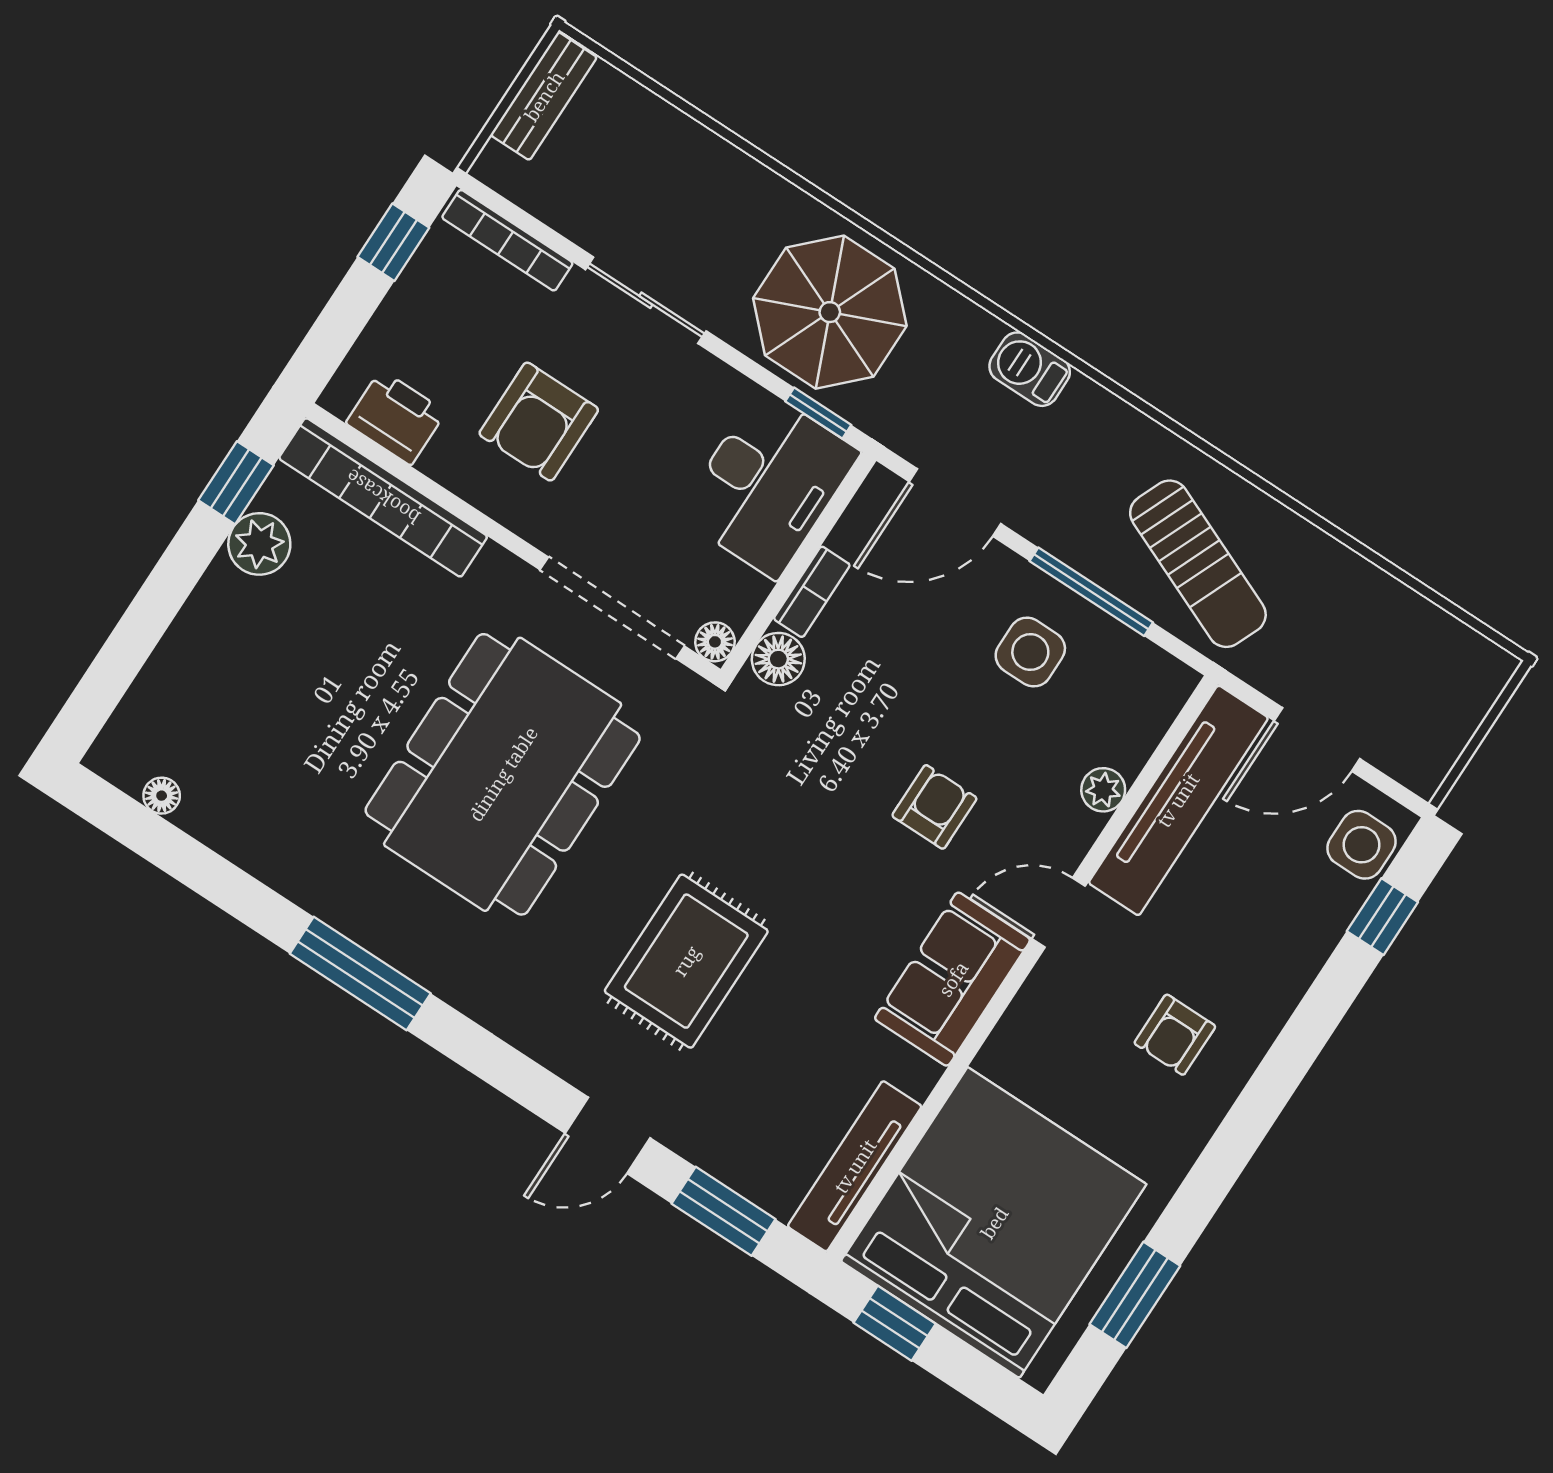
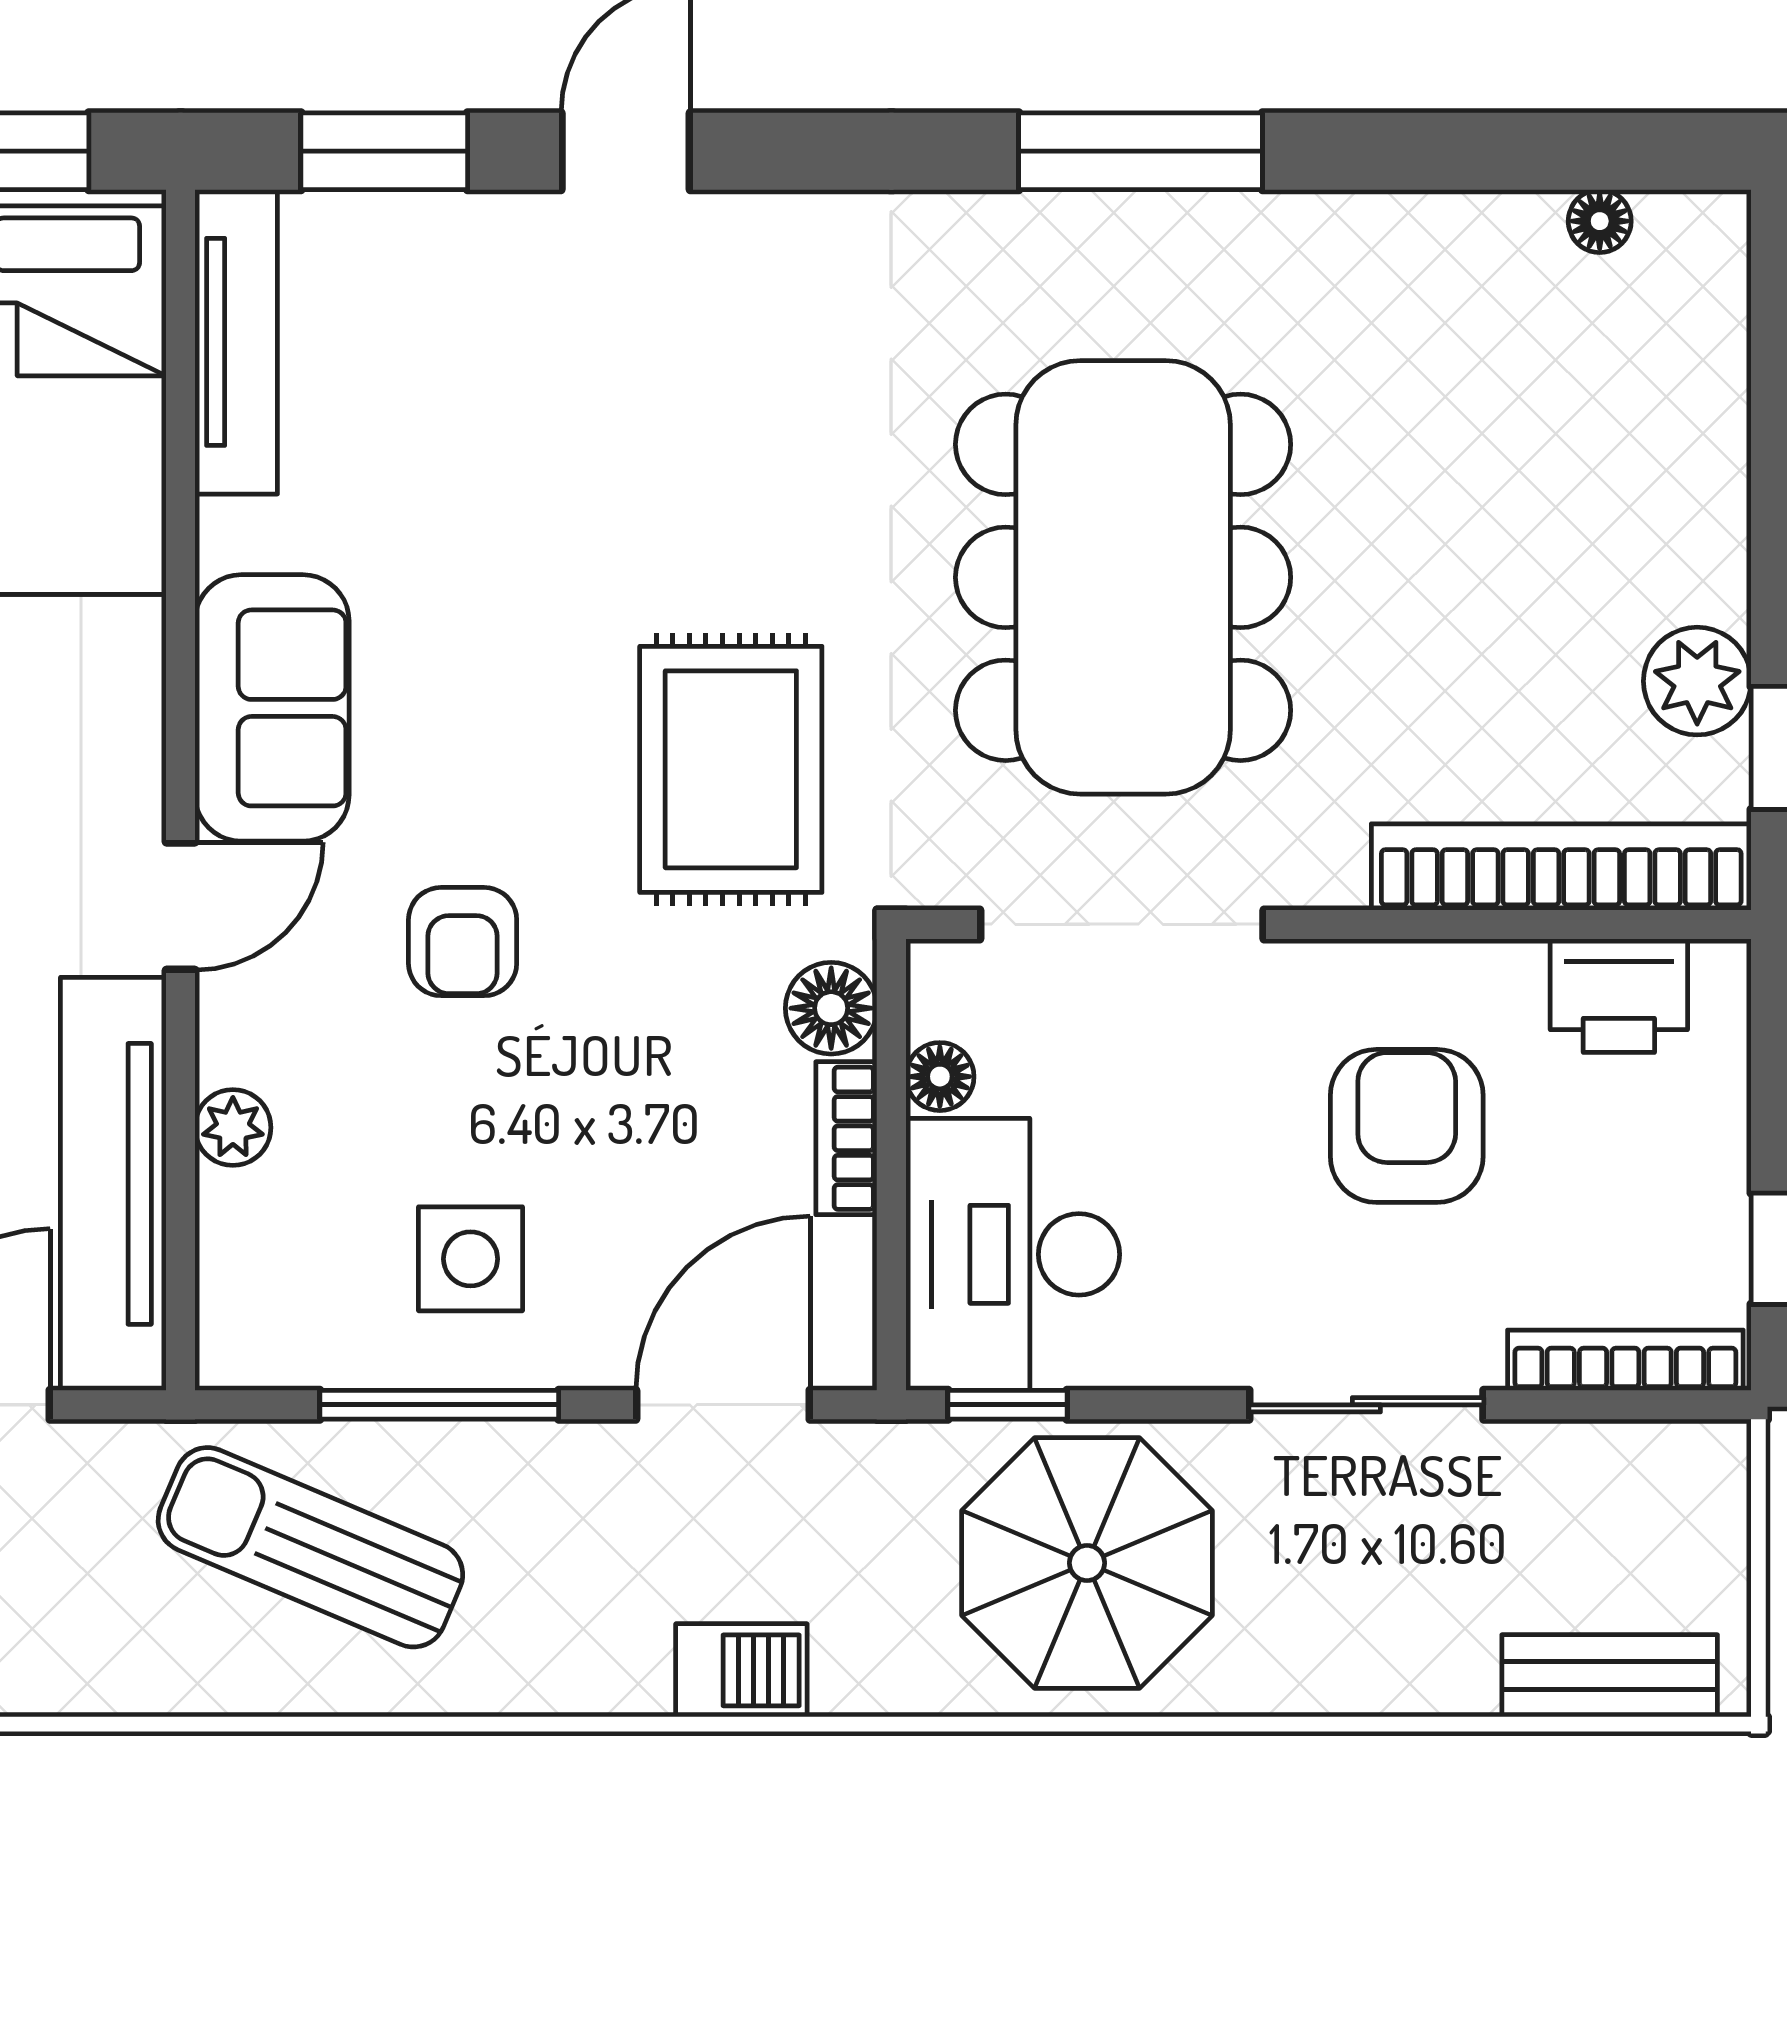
bench: (544, 96) -> (1610, 1676), moved, turned 90
floor lamp: (715, 642) -> (940, 1077), moved
rug: (686, 961) -> (731, 769), moved

